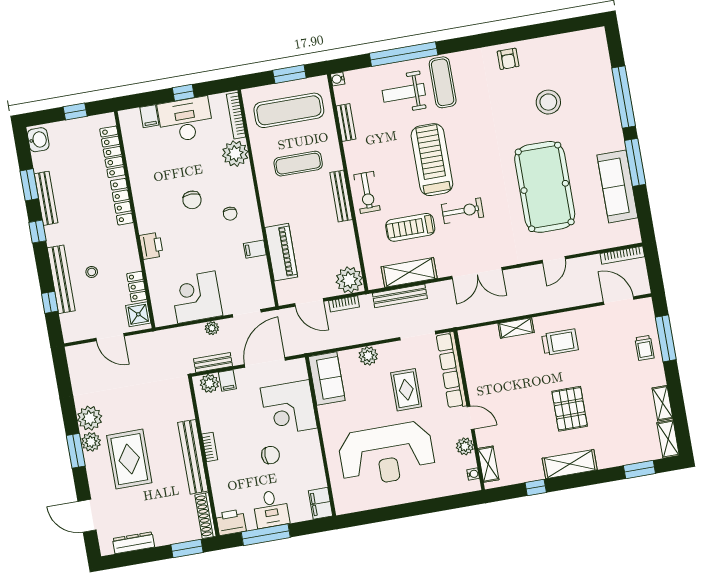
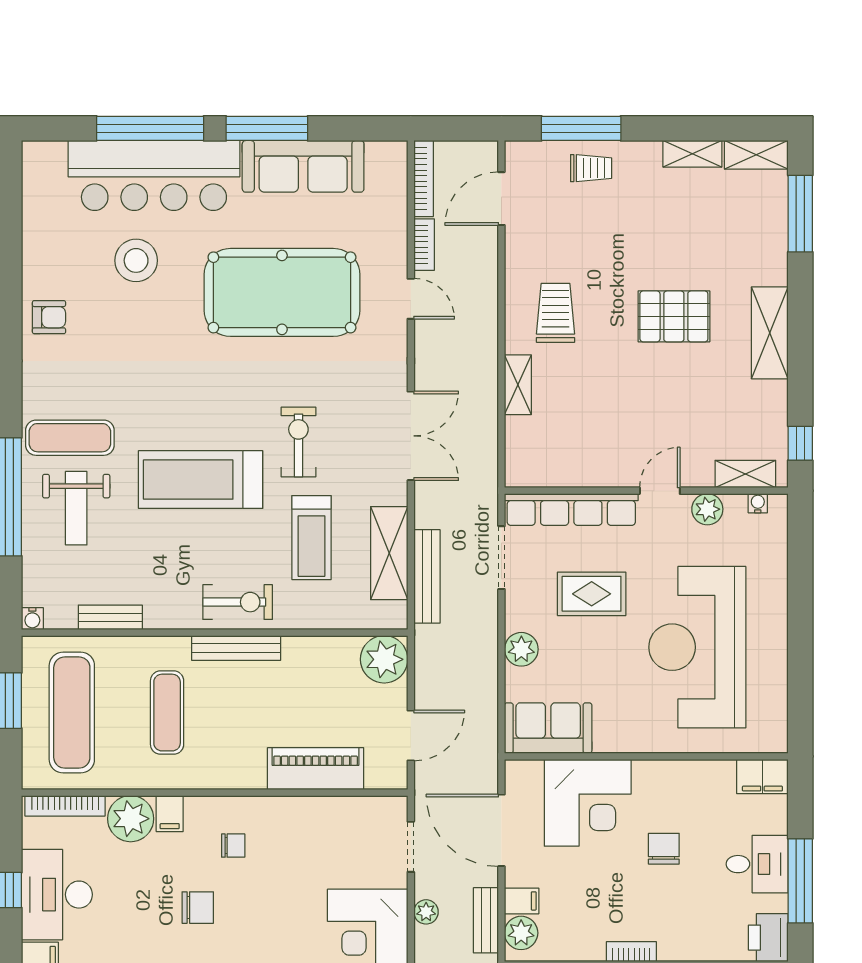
bar counter: (598, 104) -> (154, 175), added
filing cabinet: (255, 249) -> (170, 814), moved
bookcase: (344, 304) -> (424, 245), moved
reception desk: (387, 454) -> (697, 647), turned 180
window: (639, 469) -> (800, 214), width x1.44
window: (536, 488) -> (800, 443), moved

